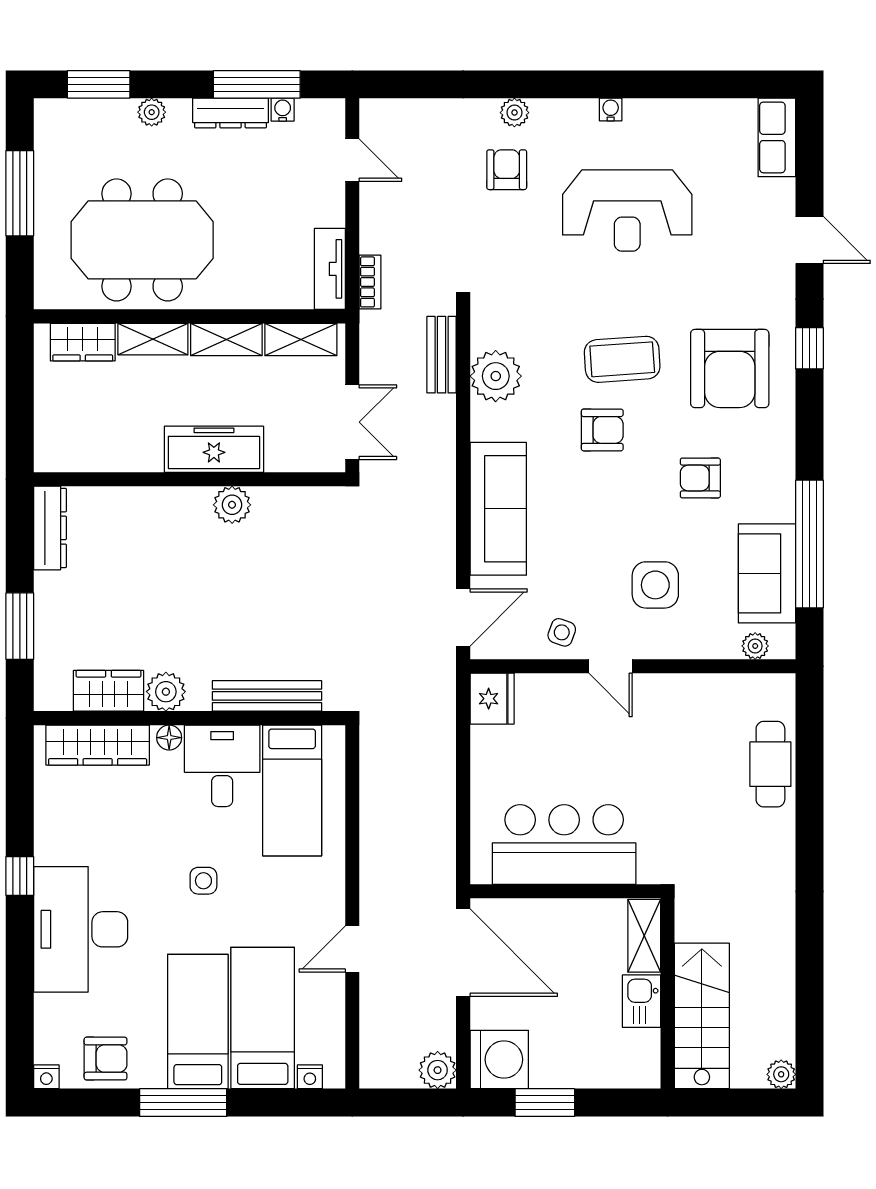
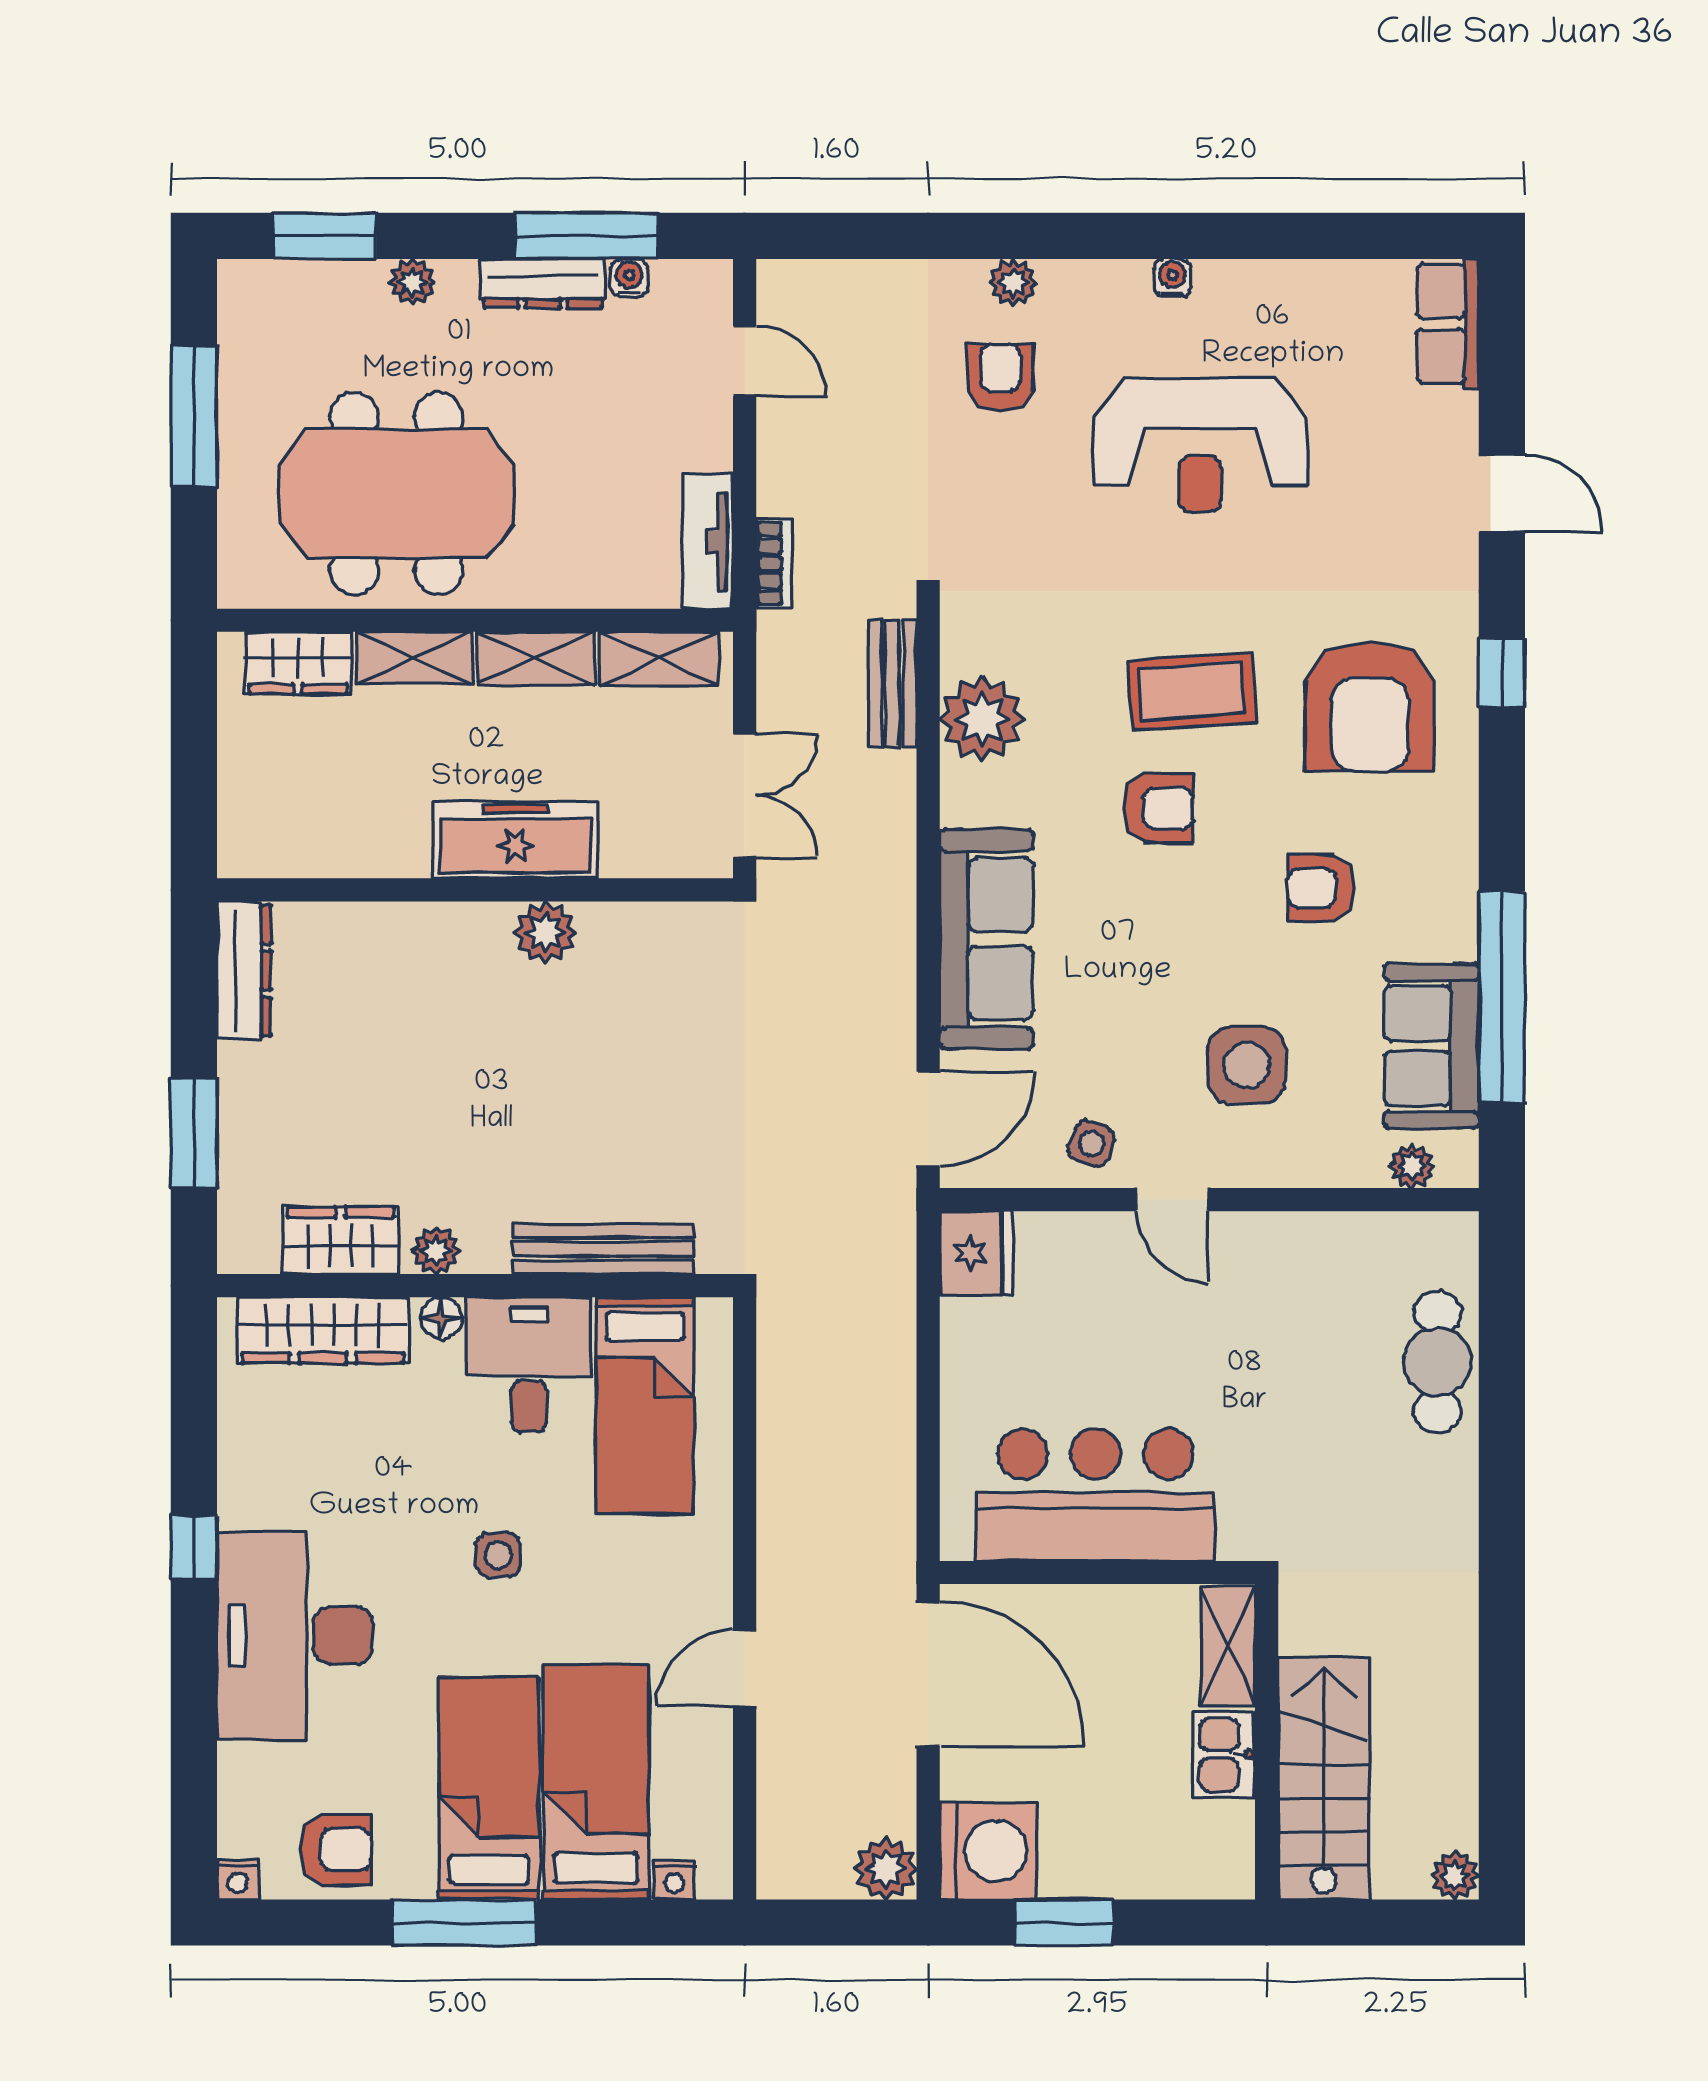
plant: (166, 692) -> (436, 1251), width x0.73, depth x0.73

